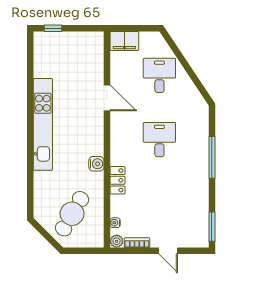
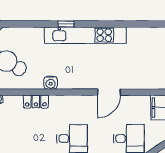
window: (30, 146) -> (66, 24), added

